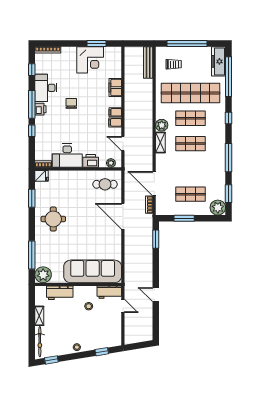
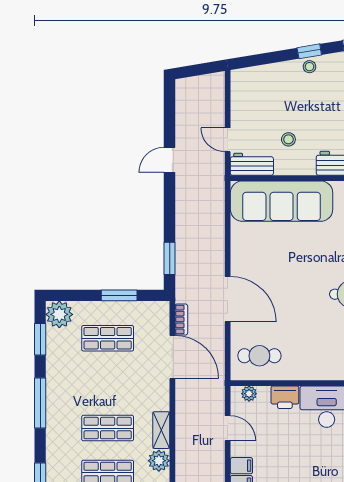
door: (156, 295) -> (170, 160), swing flipped
window: (102, 352) -> (309, 51), moved

